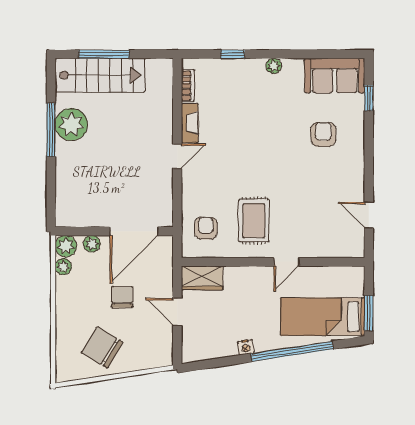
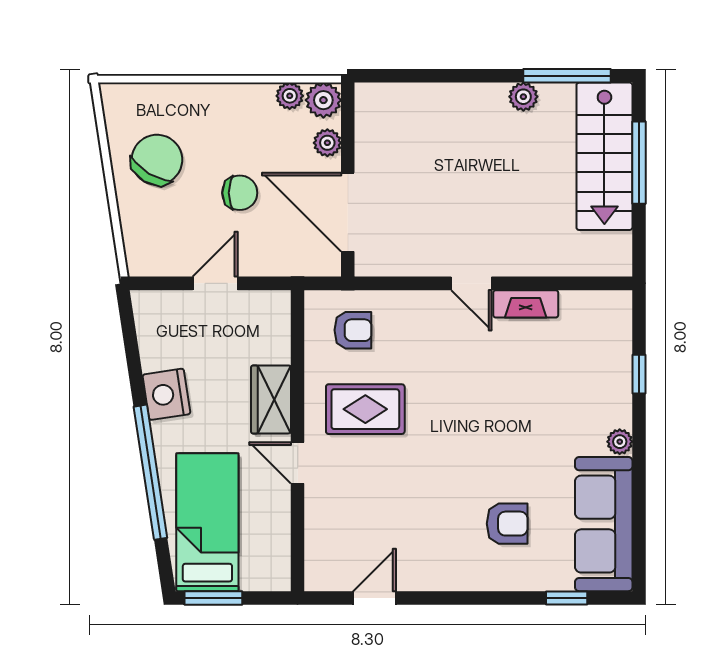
sofa: (335, 76) -> (604, 524), width x1.36
bookcase: (188, 86) -> (587, 301), removed
plant: (71, 124) -> (523, 97), width x0.53, depth x0.53
window: (51, 130) -> (567, 76), moved
wardrobe: (202, 278) -> (271, 399), moved
nightstand: (246, 347) -> (166, 394), width x1.89, depth x1.79

